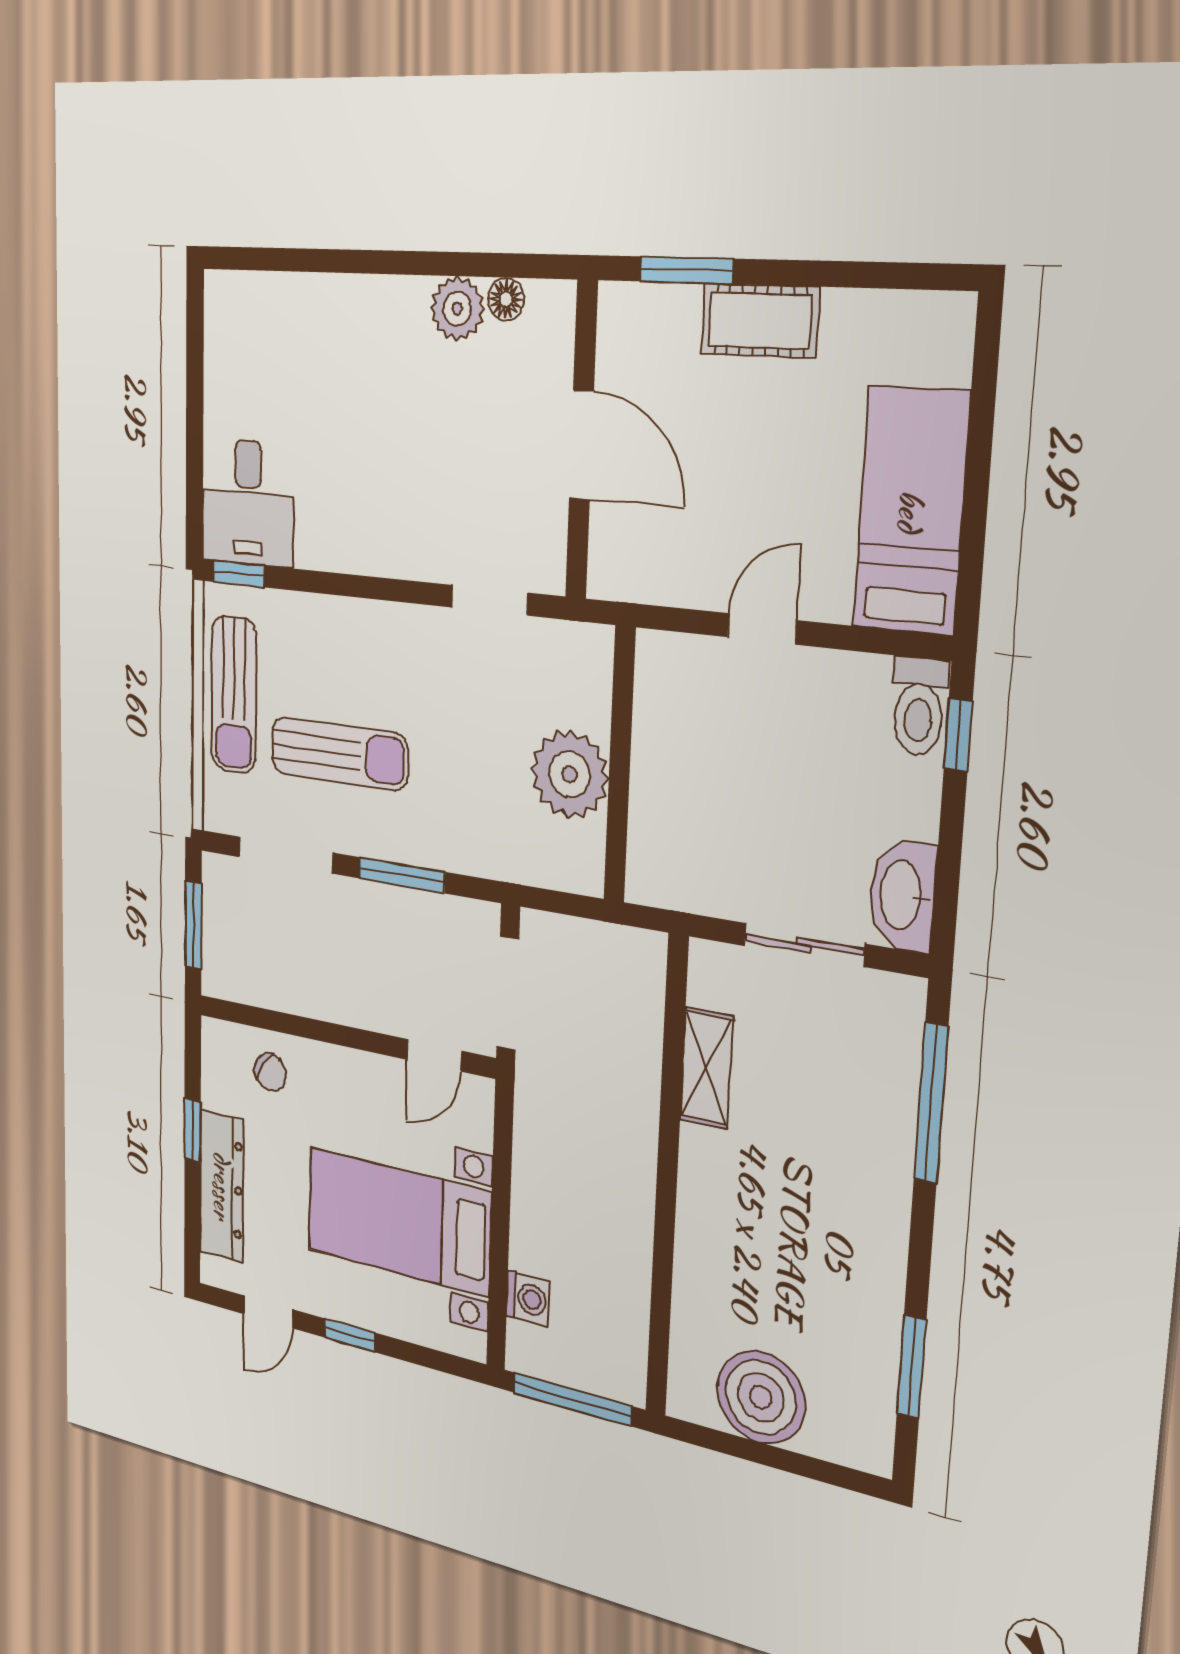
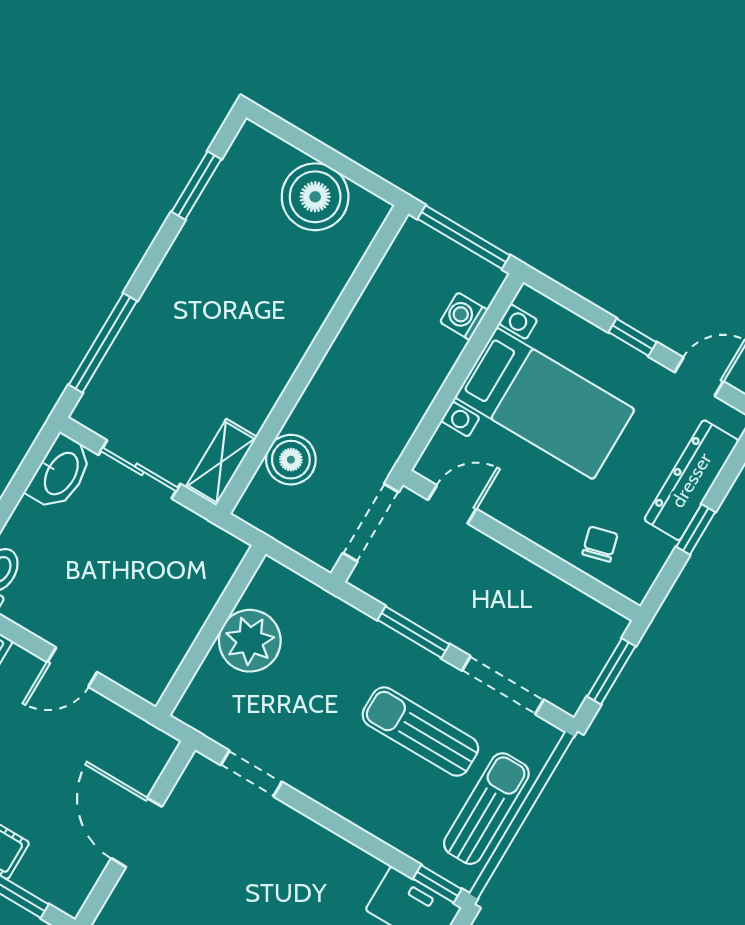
boiler: (631, 1036) -> (291, 460), added
shelving: (706, 1068) -> (221, 462), moved
chair: (270, 1072) -> (600, 544), turned 42

